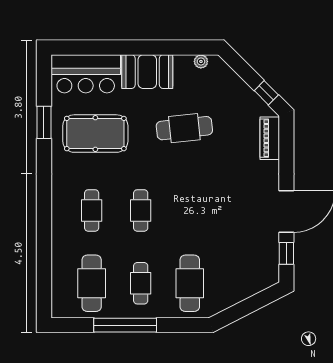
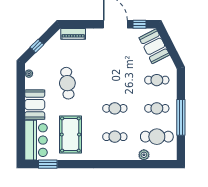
window: (266, 93) -> (37, 46), moved
window: (44, 122) -> (48, 164), moved
plant: (60, 261) -> (144, 155), added
booth: (248, 279) -> (154, 46), added
cafe table: (190, 283) -> (157, 80), width x0.73, depth x0.74

